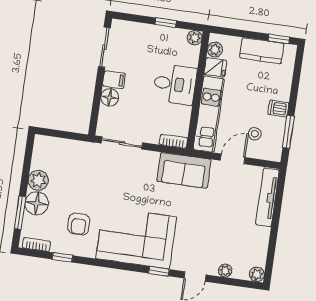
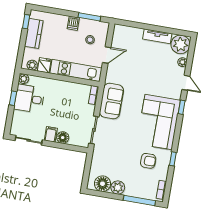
desk: (175, 84) -> (29, 99), moved, turned -90
door: (233, 159) -> (107, 55), swing flipped
sofa: (184, 170) -> (111, 101), moved
tv unit: (267, 197) -> (157, 36), moved, width x0.71
floor lamp: (37, 203) -> (102, 184), moved
window: (20, 213) -> (139, 201), width x1.44
window: (62, 257) -> (173, 159), moved
plant: (257, 274) -> (180, 44), width x1.87, depth x1.87

